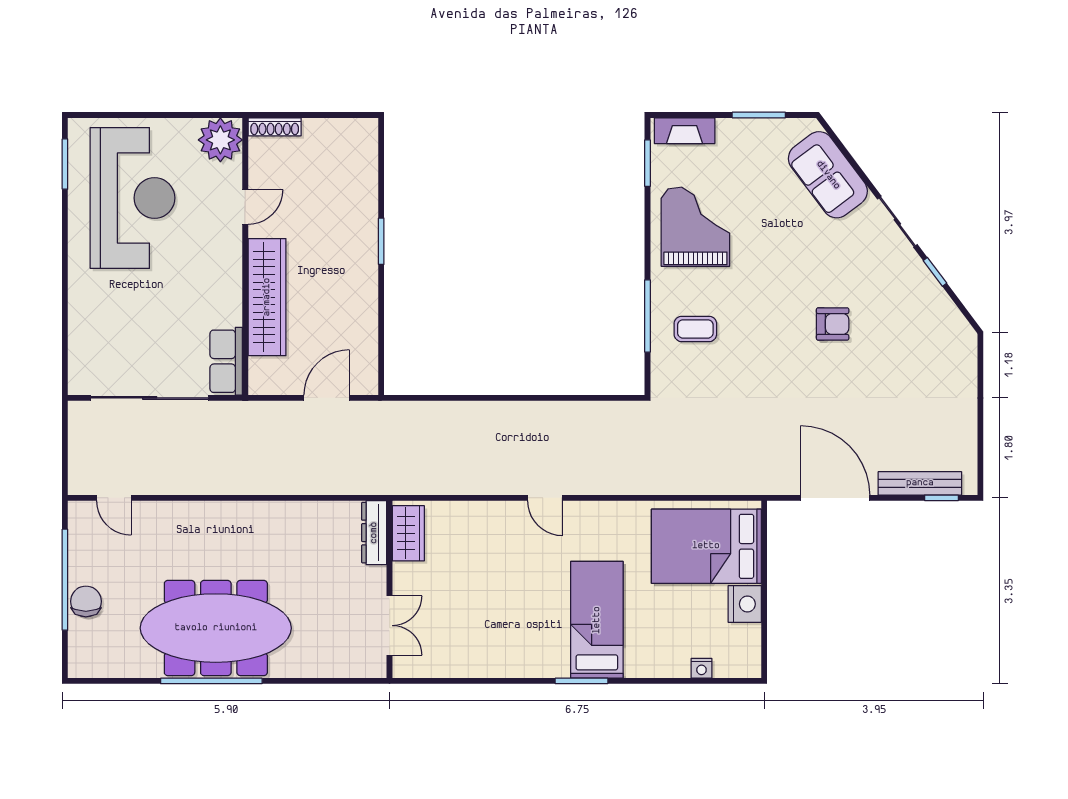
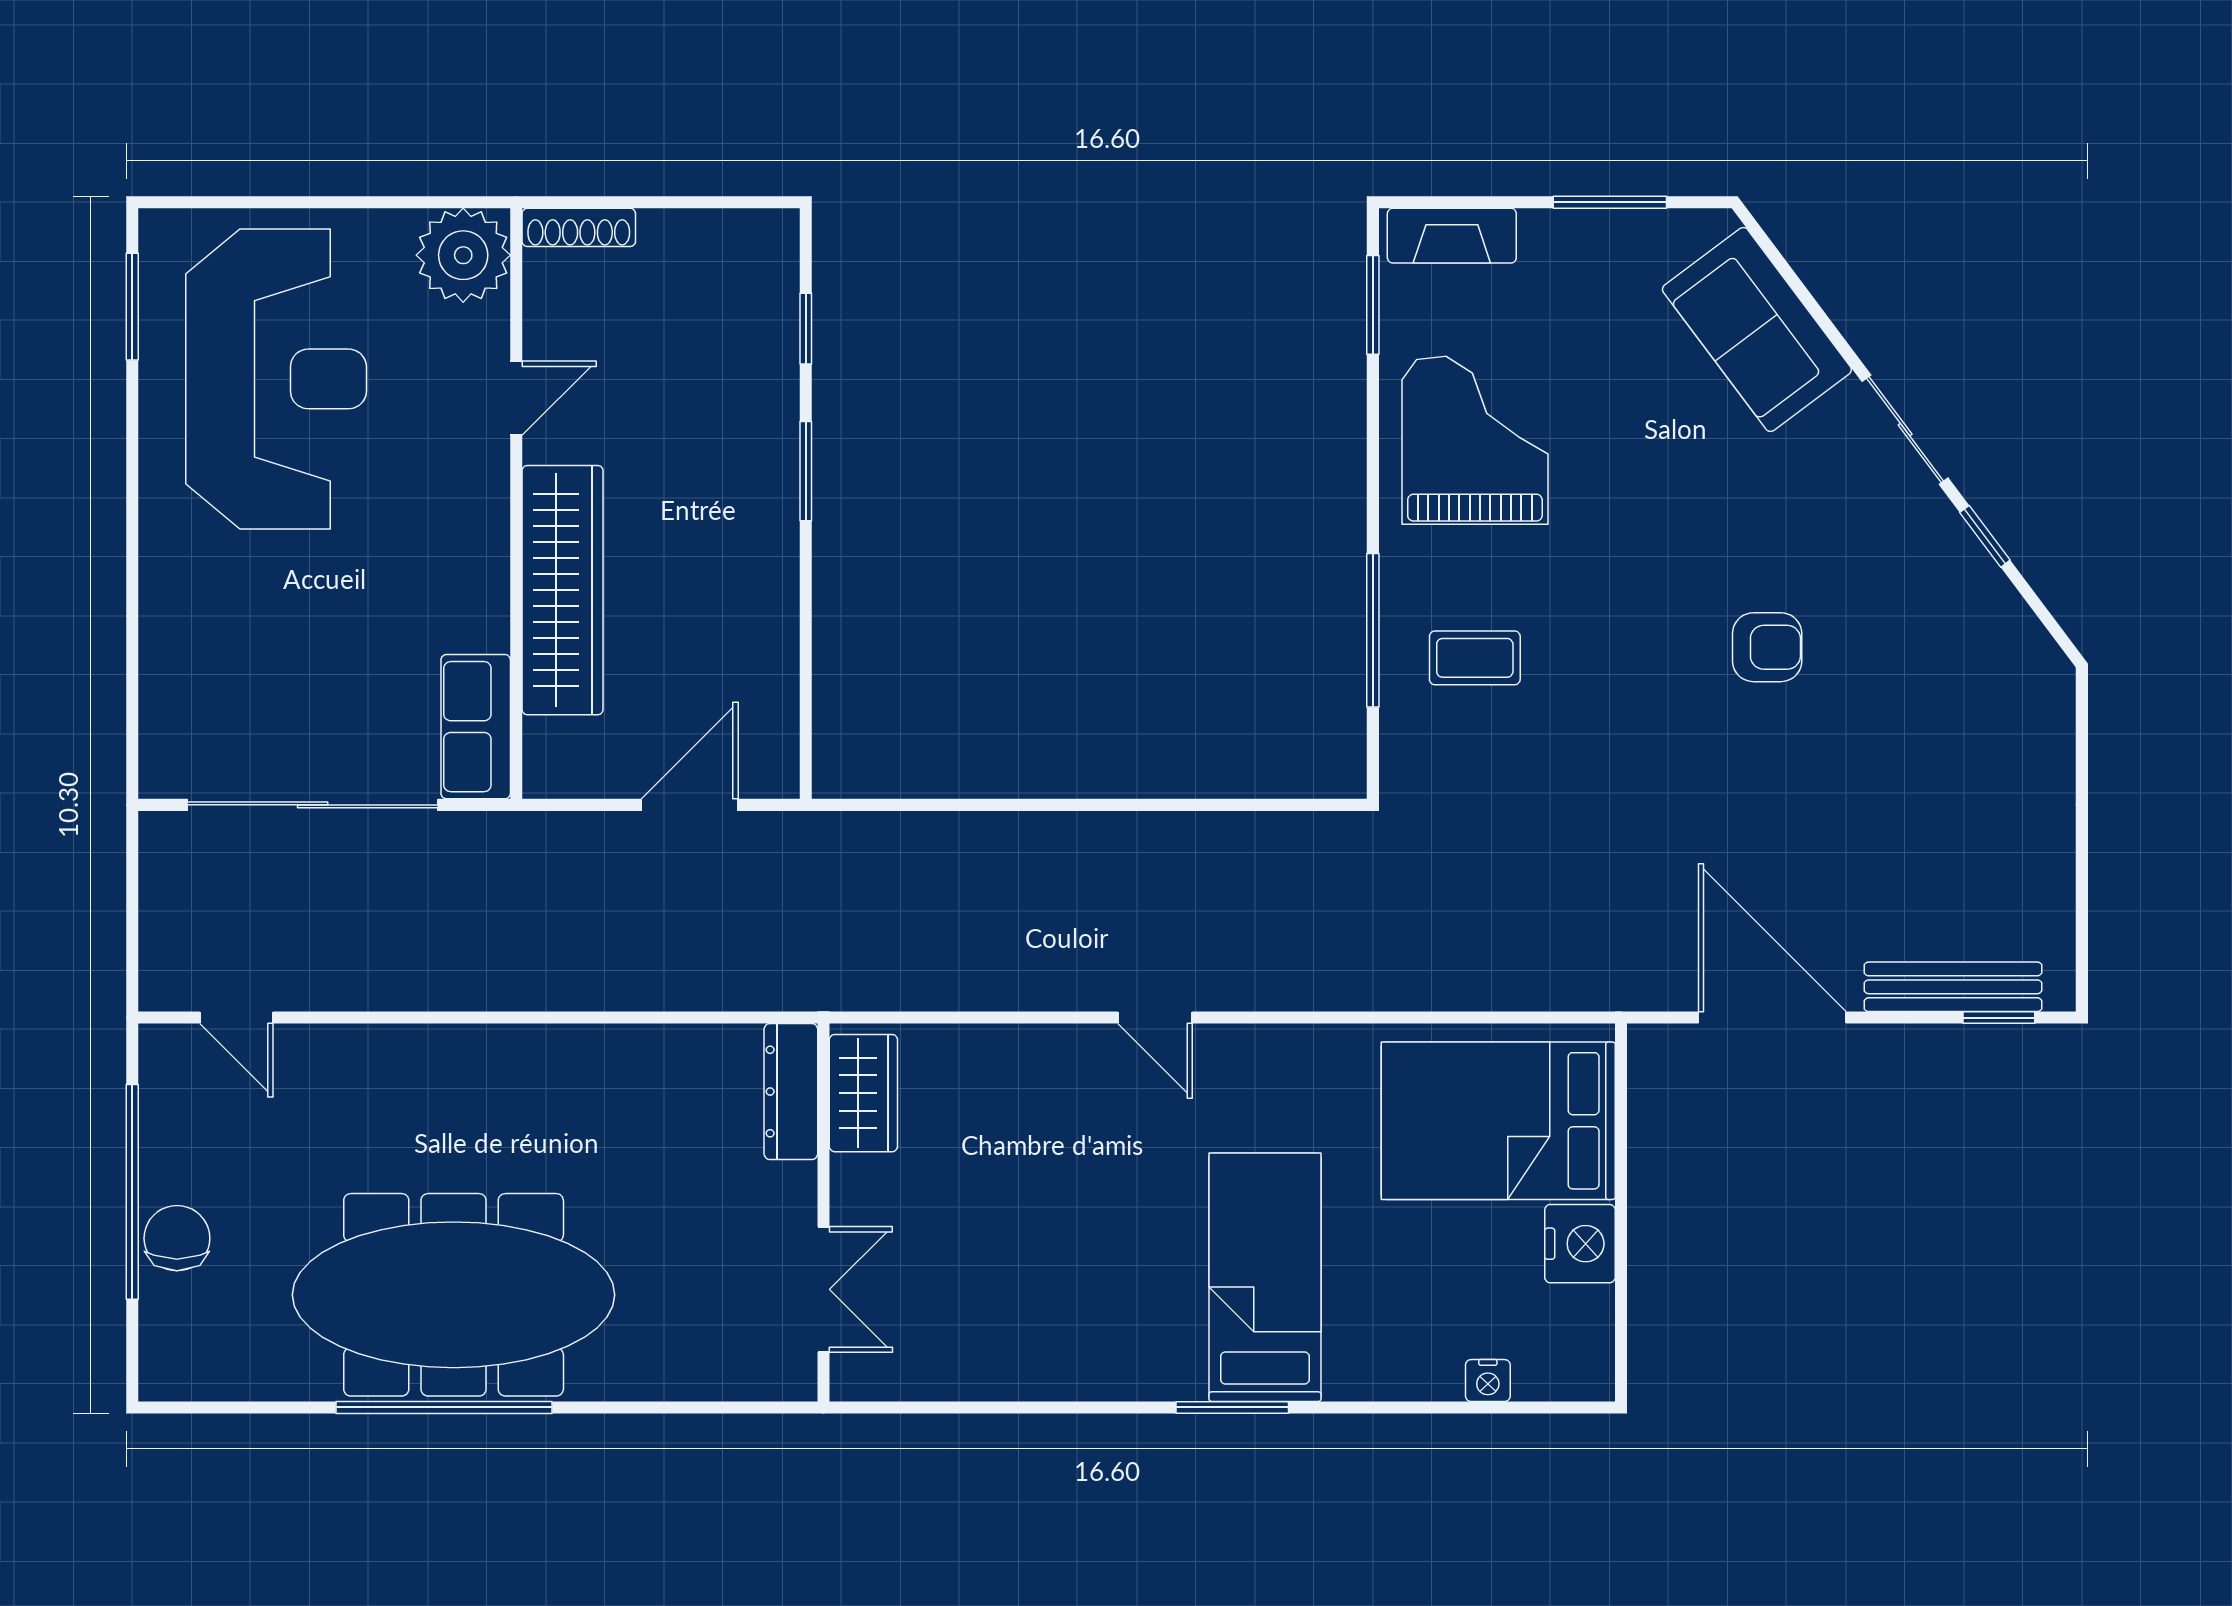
window: (381, 174) -> (806, 329), added

